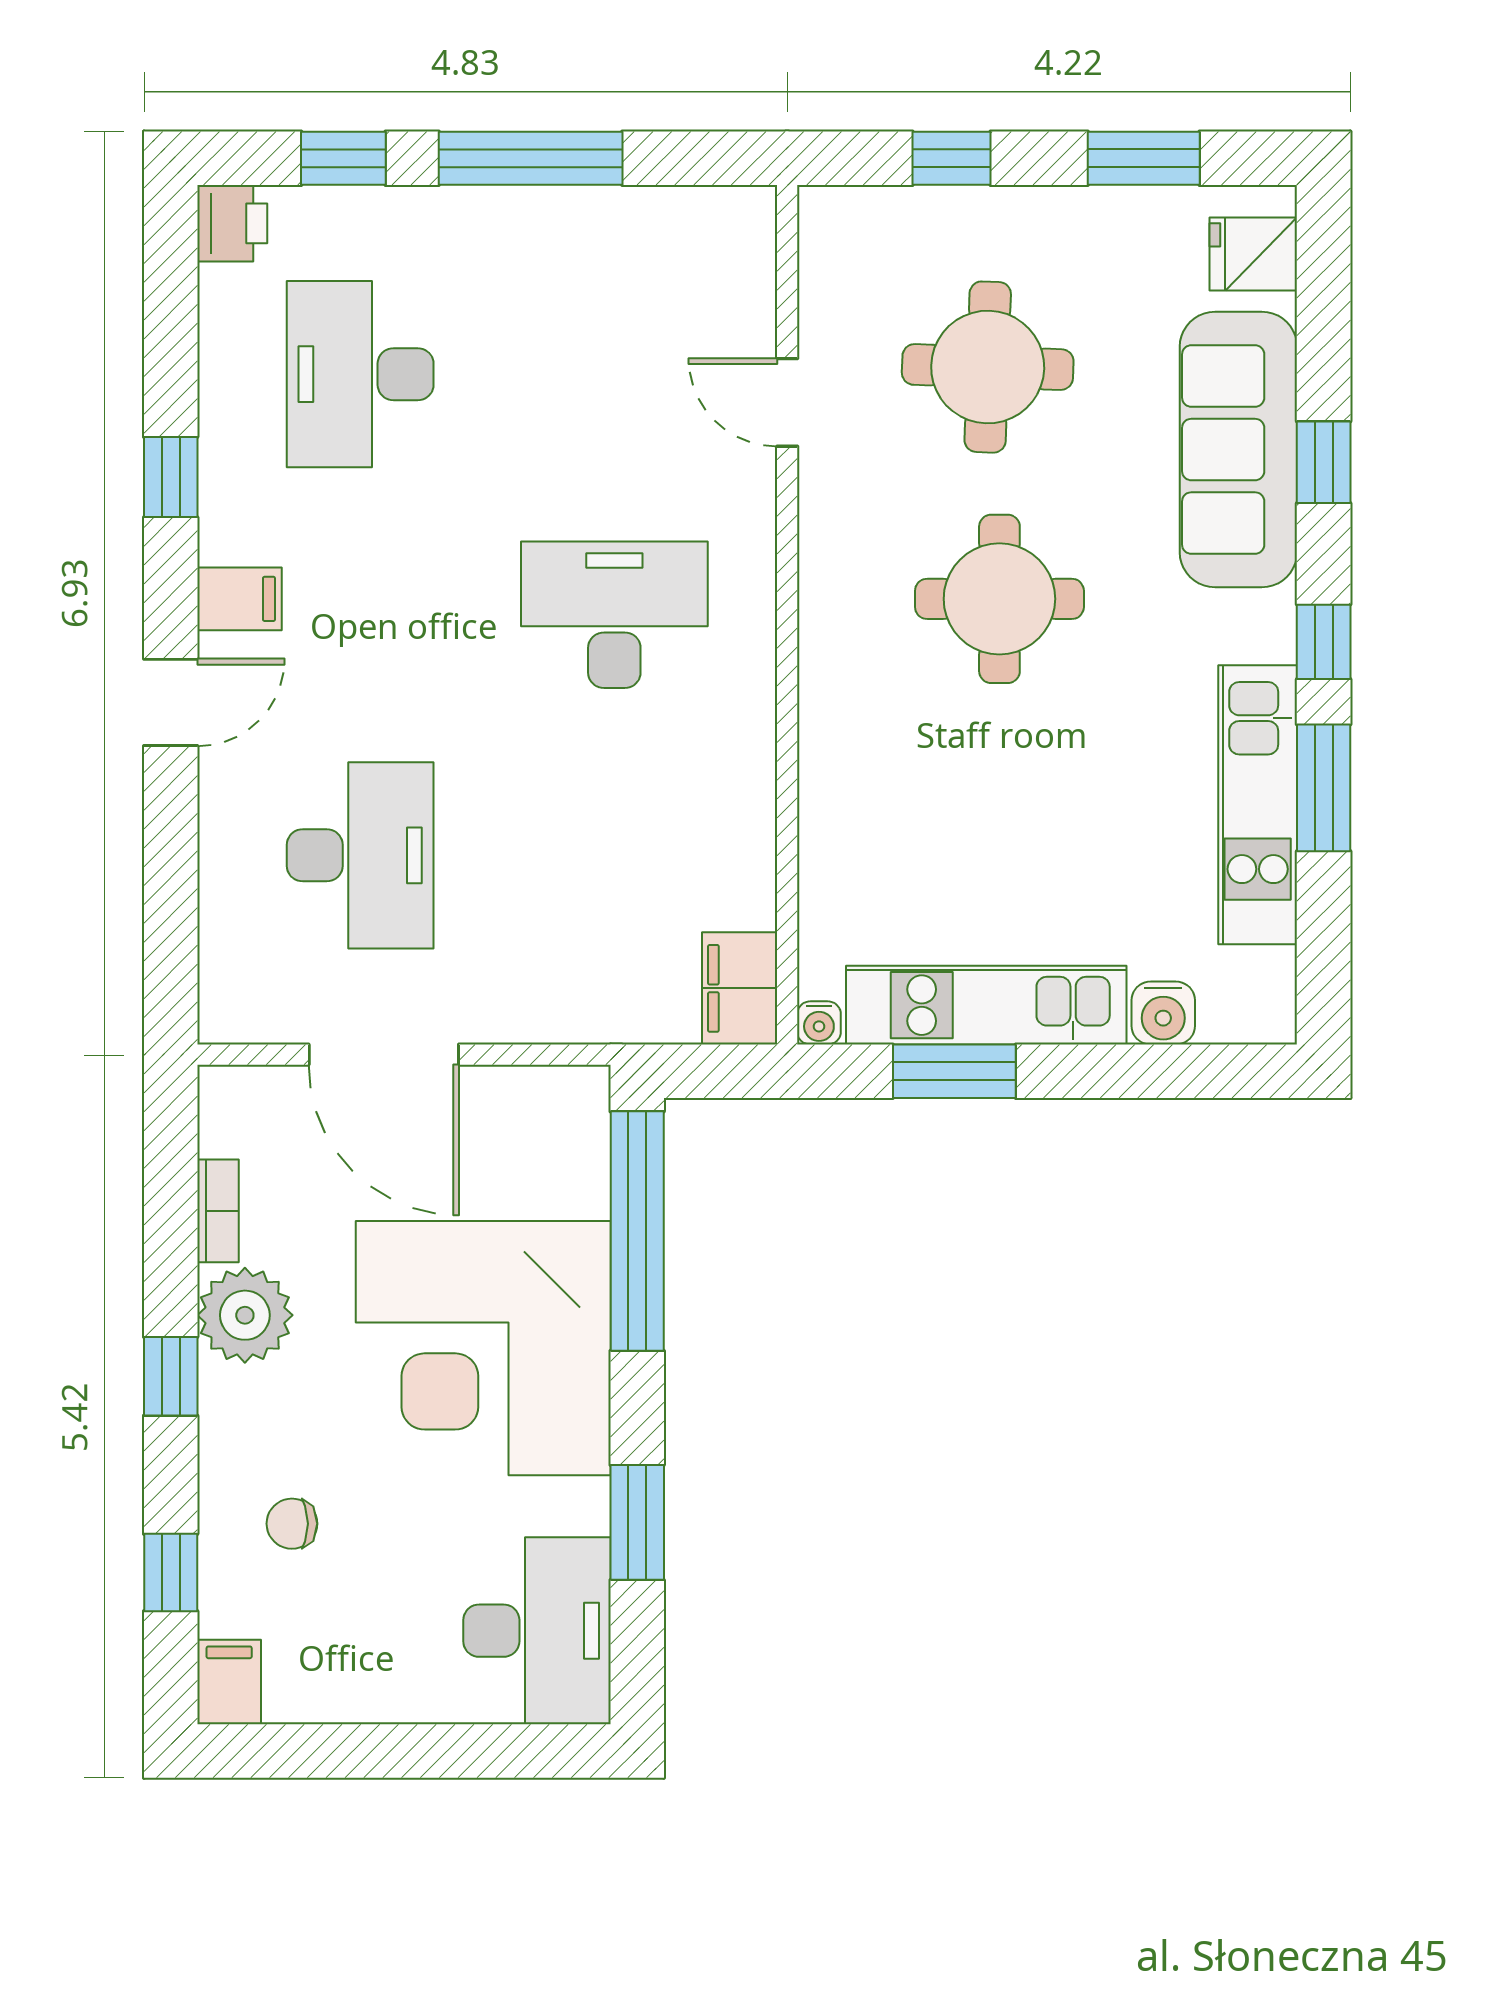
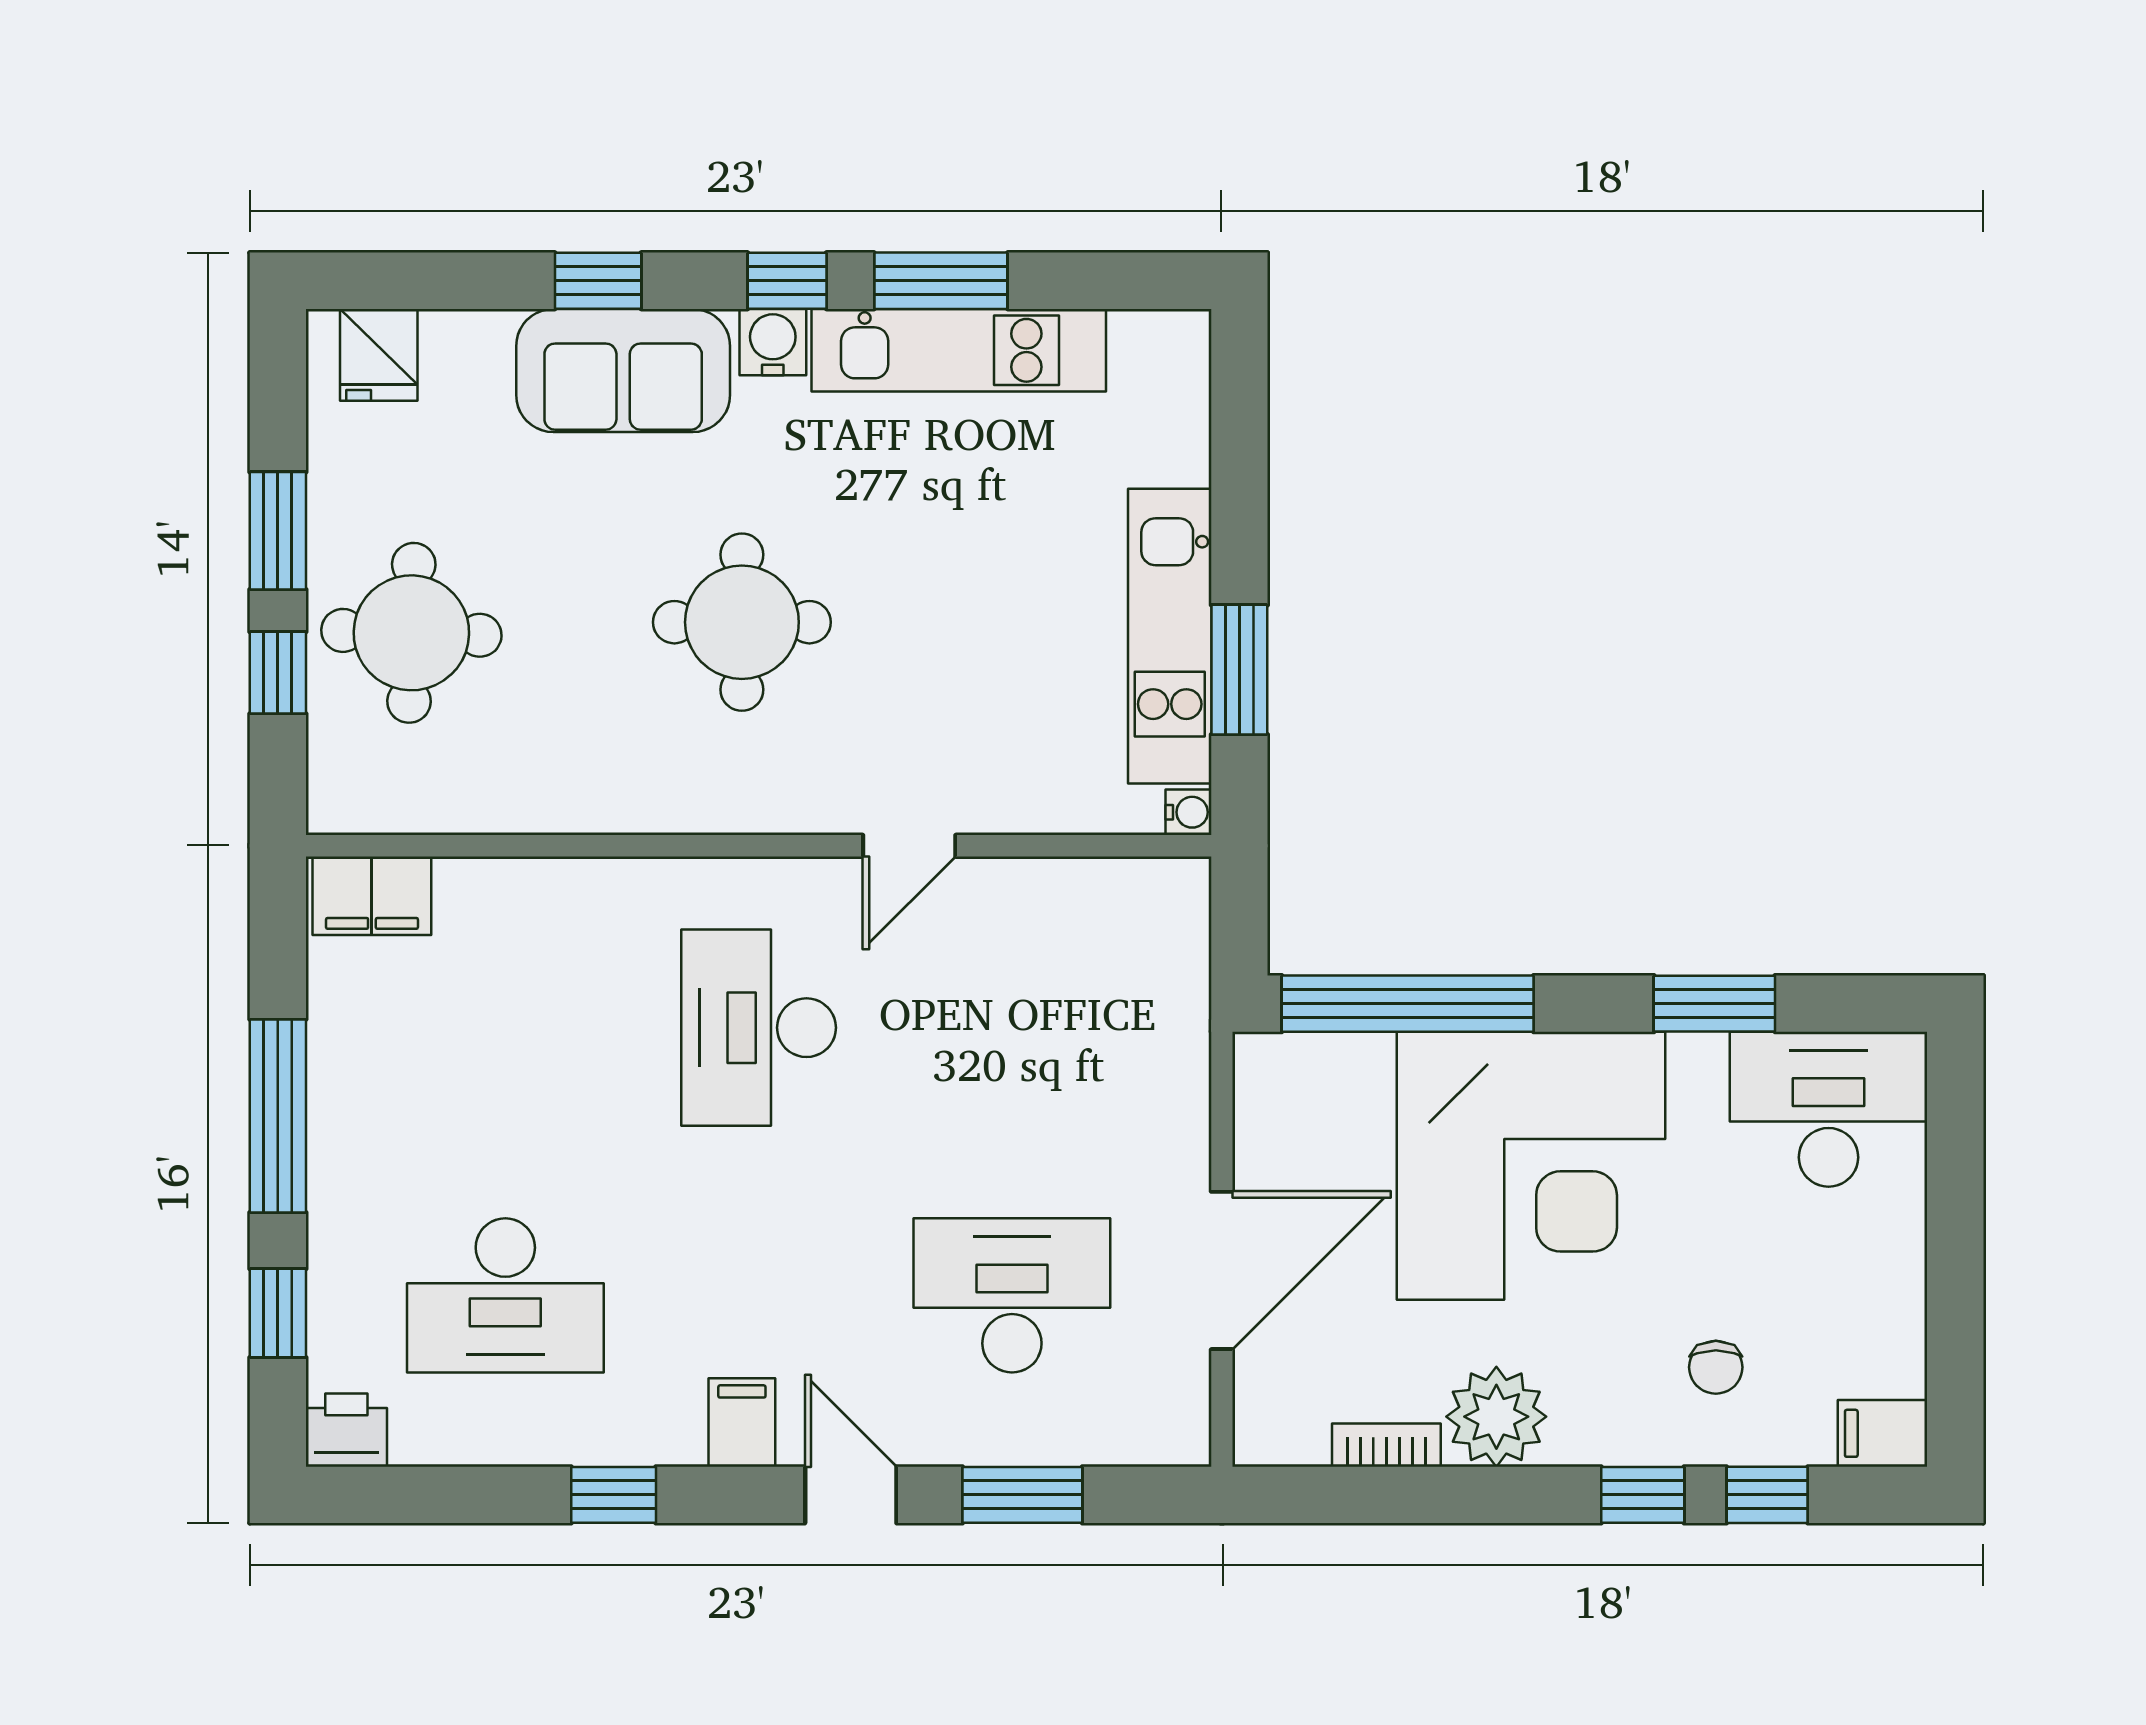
window: (1144, 158) -> (278, 531), moved
round table: (988, 367) -> (411, 633), moved
door: (787, 402) -> (909, 846), moved
sofa: (1238, 450) -> (623, 371), width x0.73
window: (171, 865) -> (1022, 1495), added
filing cabinet: (740, 988) -> (372, 896), moved
water cooler: (1163, 1013) -> (773, 342), moved, turned -90
window: (171, 1376) -> (1643, 1495), moved

